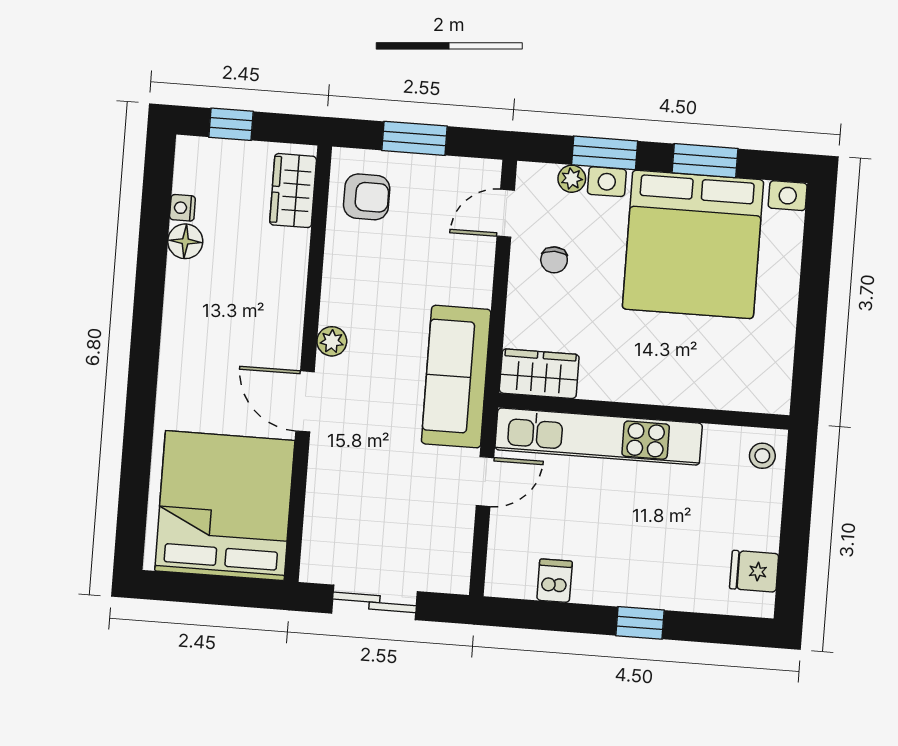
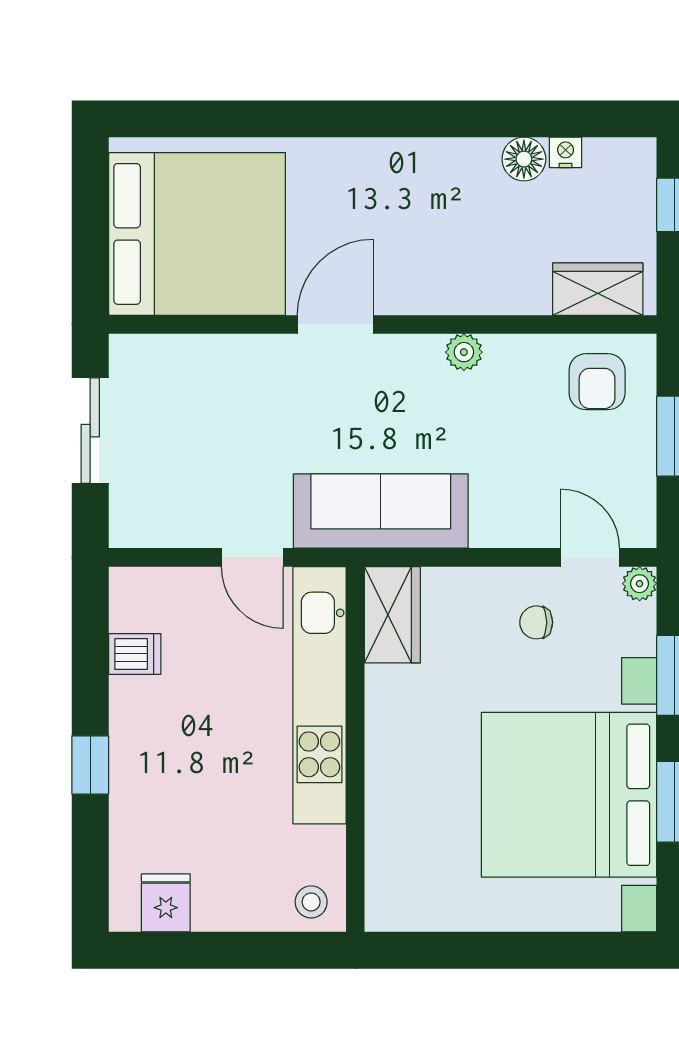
plant: (572, 179) -> (640, 584), moved
plant: (332, 341) -> (464, 352), moved

